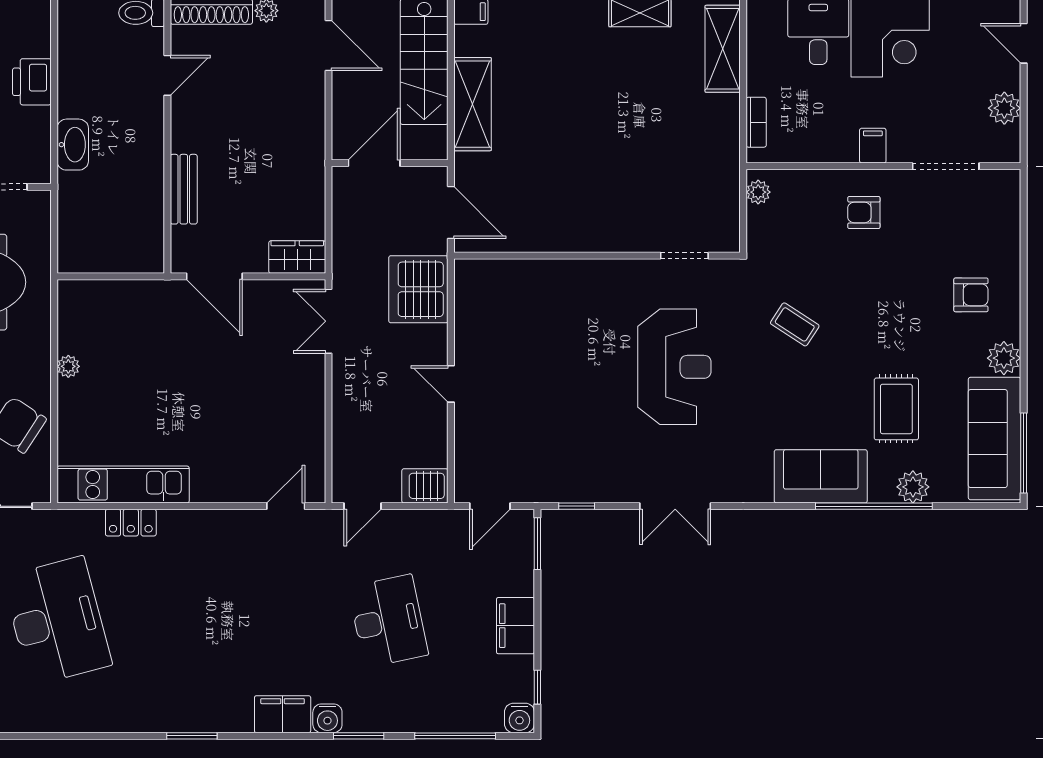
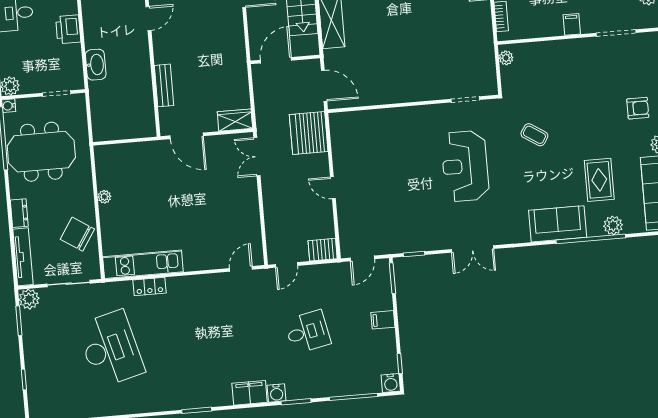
armchair: (864, 212) -> (570, 65), removed
reception desk: (674, 367) -> (465, 166), turned 180
desk: (388, 621) -> (308, 332), width x0.73
filing cabinet: (515, 626) -> (383, 320), width x0.50

